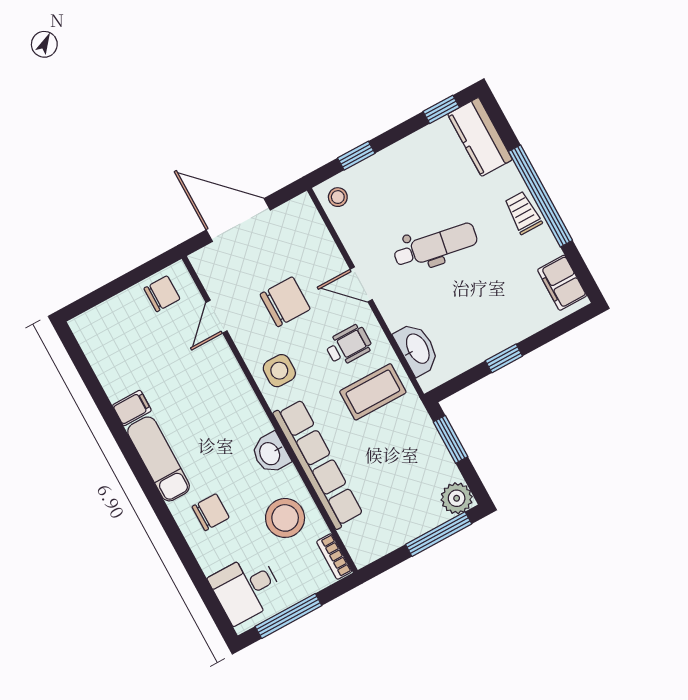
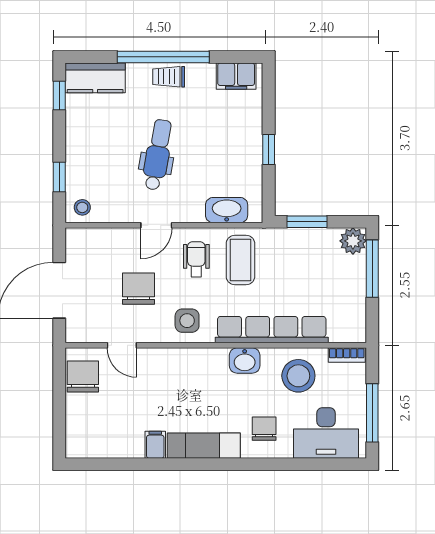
chair: (162, 294) -> (83, 376), width x1.37, depth x1.37
desk: (246, 588) -> (326, 433), width x1.37

